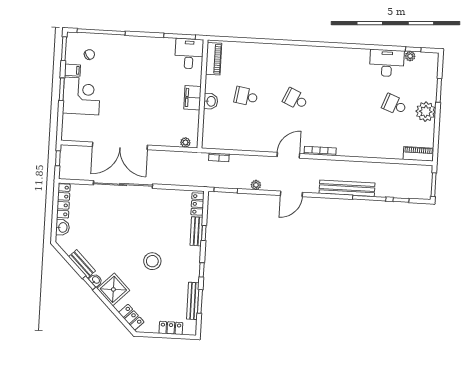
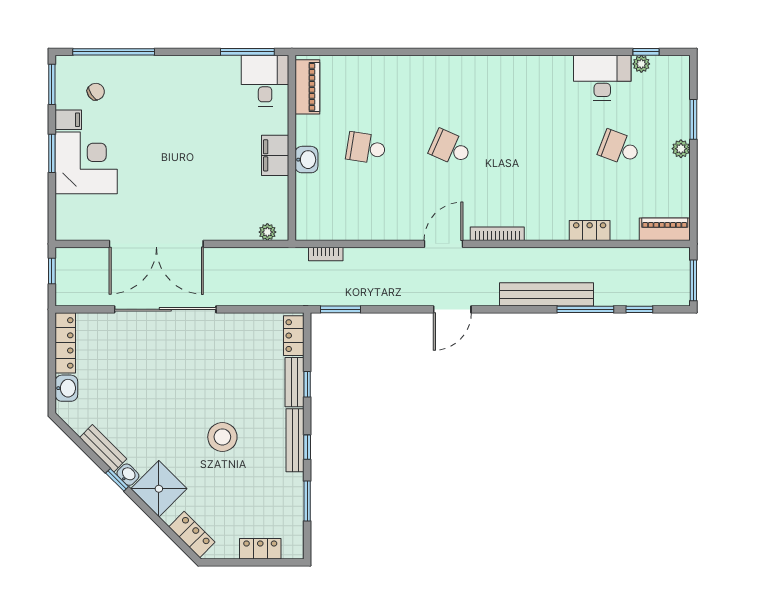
plant: (426, 112) -> (681, 149), width x0.53, depth x0.53
locker: (374, 152) -> (590, 230), added
plant: (256, 185) -> (391, 298), removed
bench: (193, 301) -> (295, 440), moved

